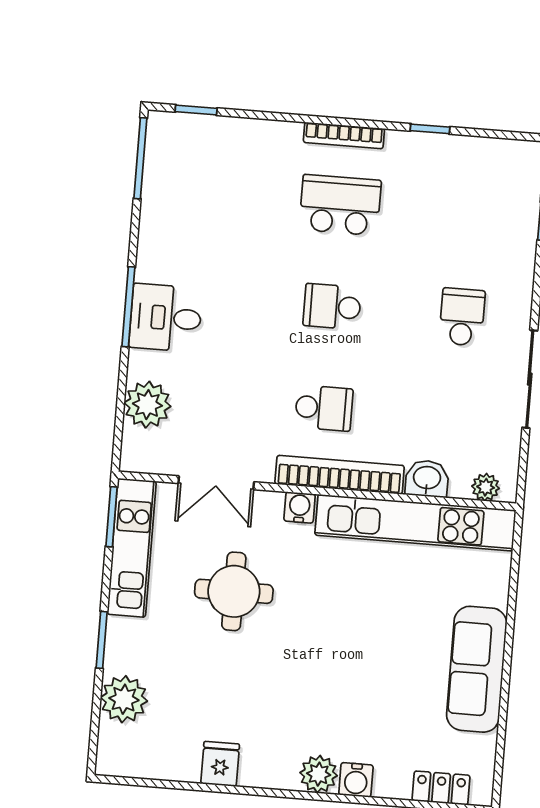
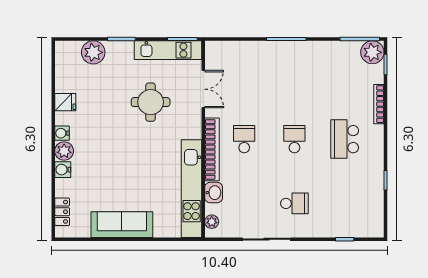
bookcase: (344, 135) -> (379, 104), moved
school desk: (340, 205) -> (345, 139), turned 180
desk: (166, 318) -> (282, 58), removed
plant: (147, 405) -> (372, 52), moved
school desk: (324, 408) -> (244, 139), turned 180
double door: (216, 483) -> (203, 89), swing flipped
water cooler: (300, 507) -> (62, 133), moved, turned 180

